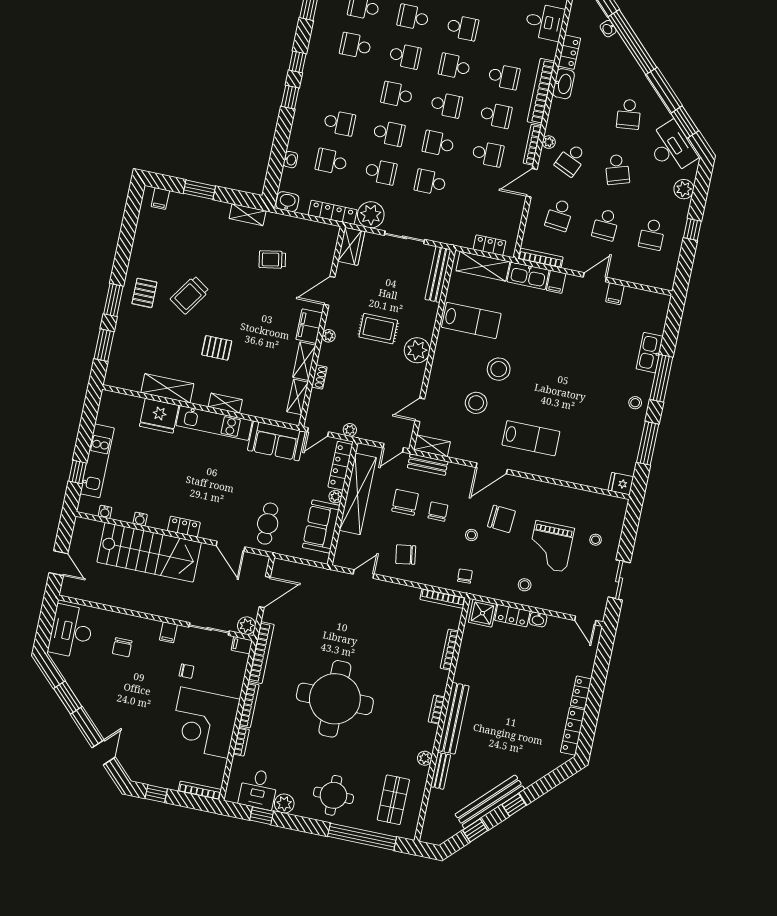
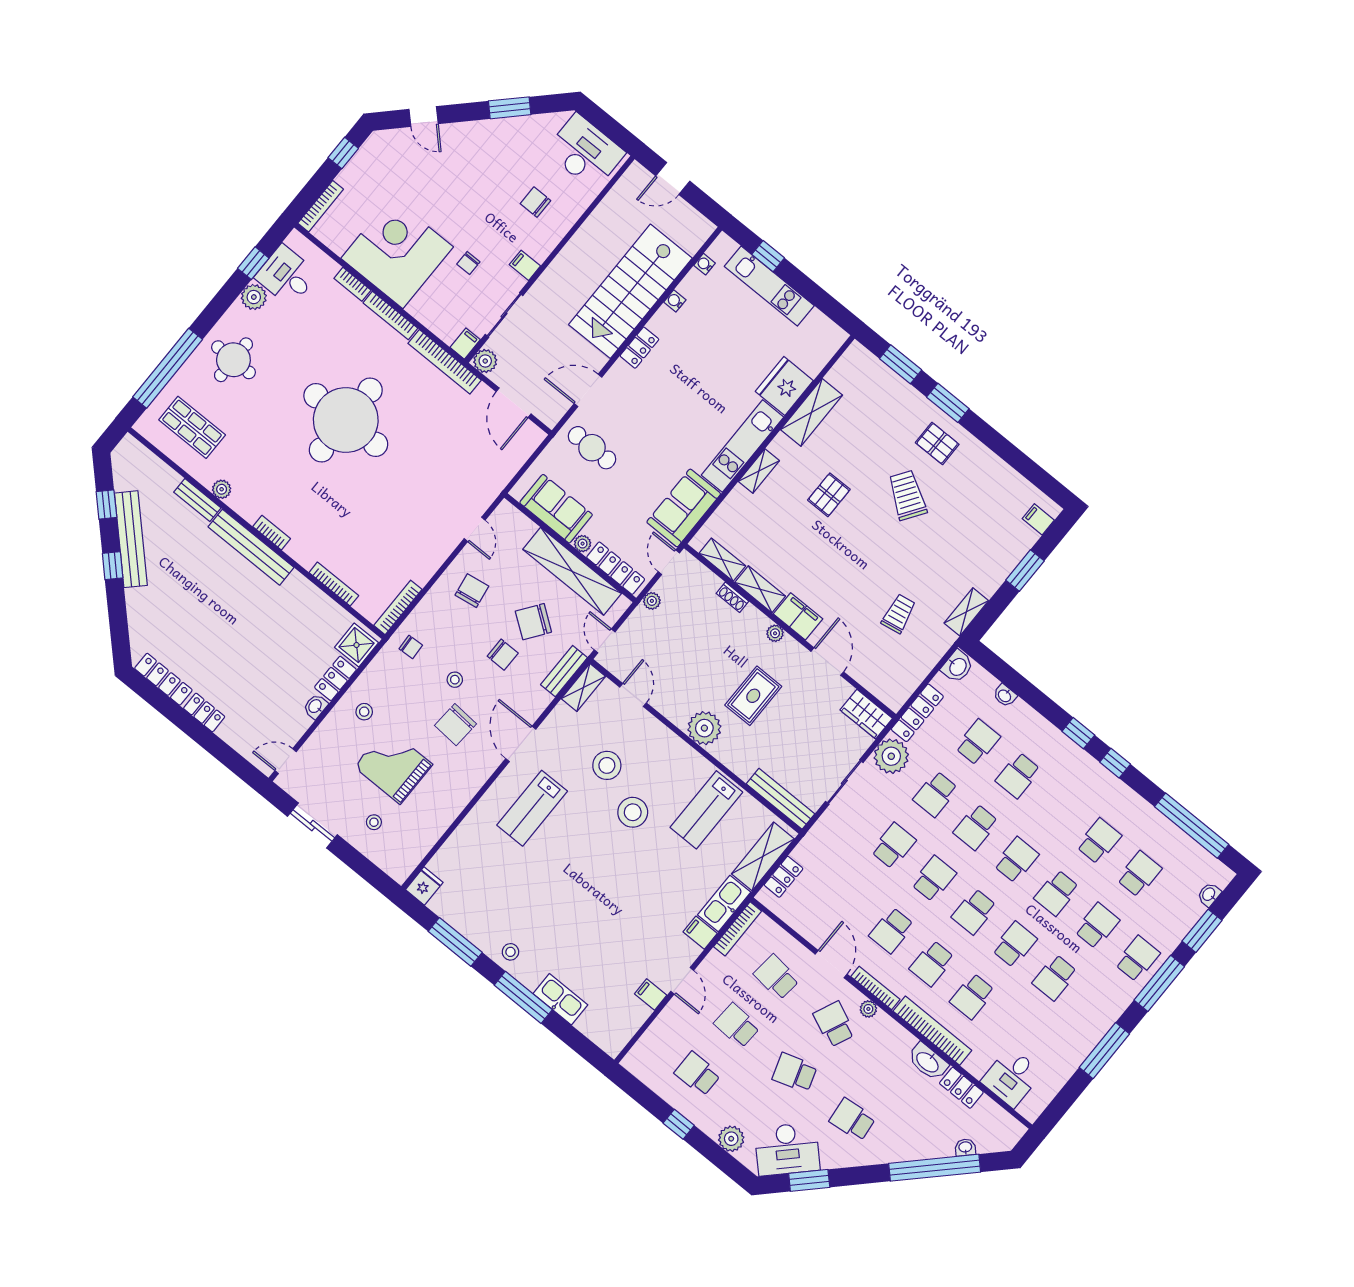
chair: (405, 502) -> (533, 622), turned 126

